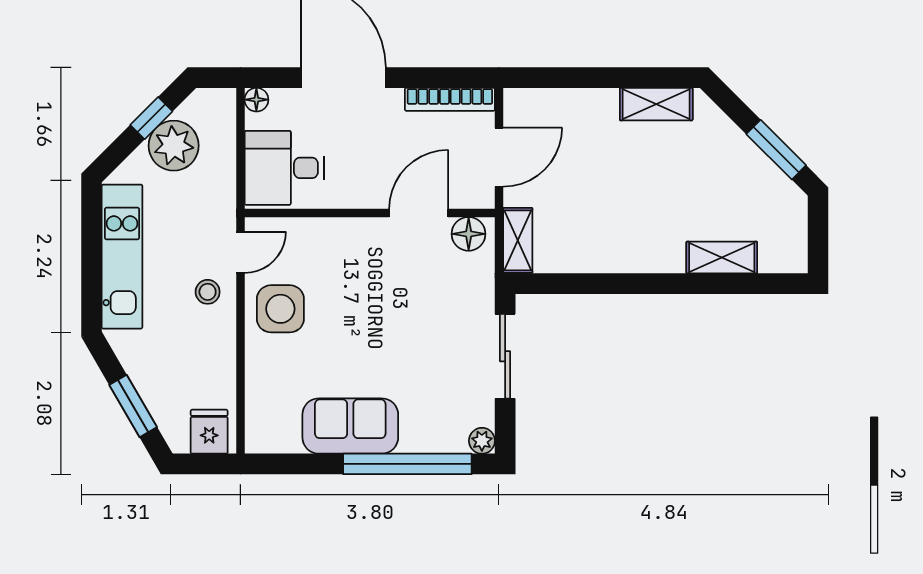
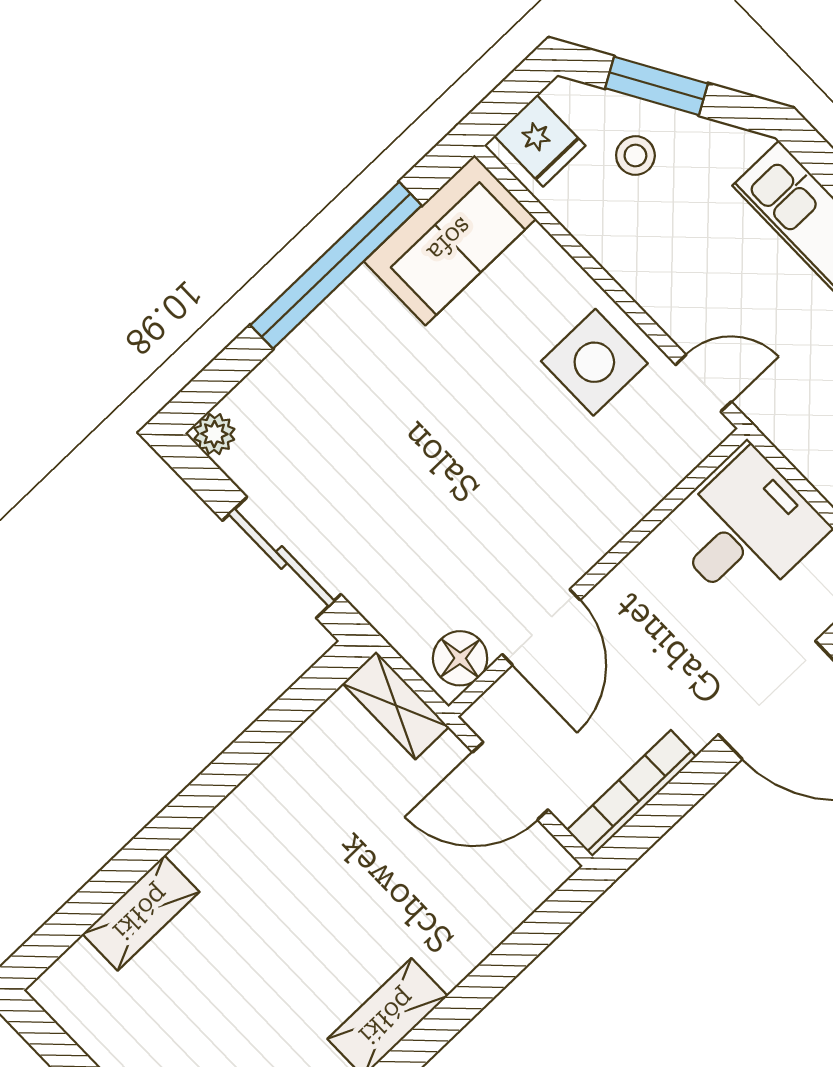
door: (499, 157) -> (510, 781), hinge flipped
door: (240, 252) -> (703, 383), swing flipped
stool: (208, 292) -> (635, 155), moved
sofa: (350, 426) -> (450, 240), moved
window: (407, 464) -> (336, 265), moved

